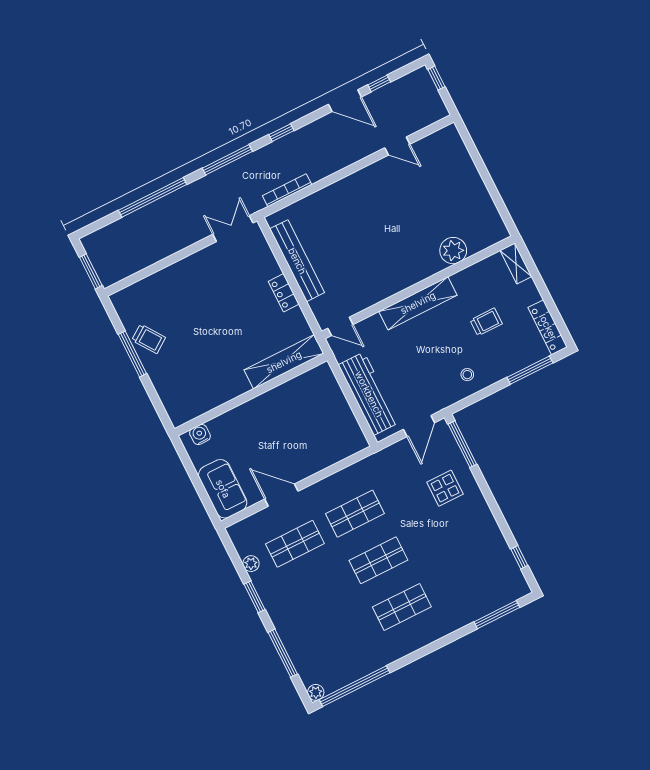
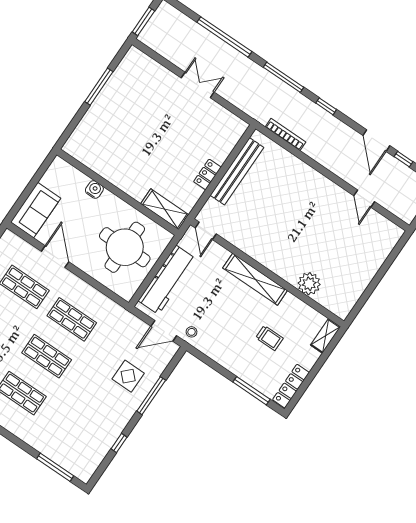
double door: (233, 229) -> (198, 85), moved
trolley: (149, 339) -> (117, 93), removed
shelving: (284, 362) -> (165, 209), width x0.68
stool: (467, 375) -> (192, 332), moved
round table: (311, 419) -> (125, 247), added
water cooler: (200, 434) -> (94, 189), moved
window: (462, 444) -> (151, 396), moved
window: (519, 557) -> (119, 443), moved

